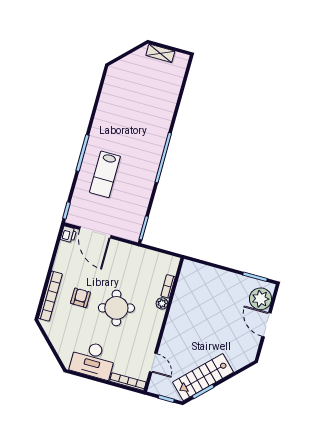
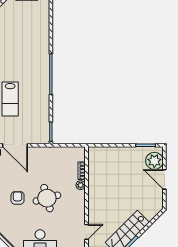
door: (153, 363) -> (86, 232), hinge flipped

